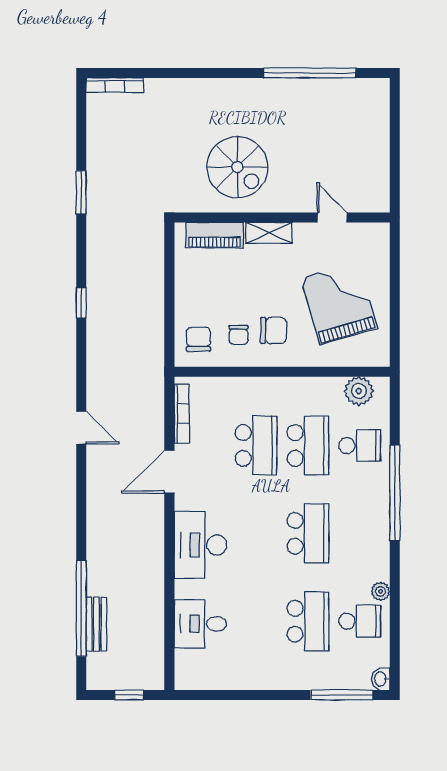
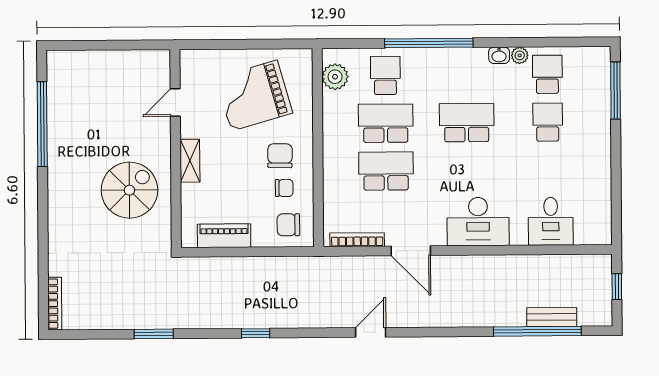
piano: (215, 235) -> (224, 236), moved, turned -90
school desk: (308, 621) -> (548, 122), width x0.54
washbasin: (381, 679) -> (499, 55), moved

